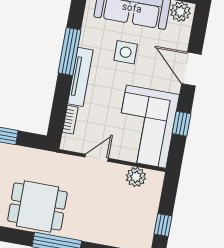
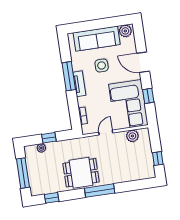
tv unit: (80, 77) -> (79, 84), width x0.71

